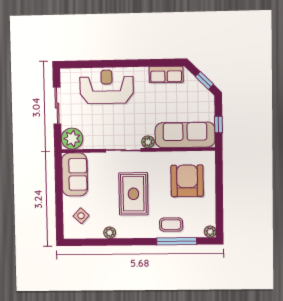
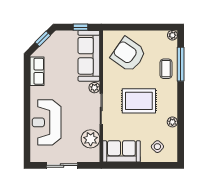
plant: (72, 139) -> (91, 139), moved
armchair: (187, 181) -> (128, 54), turned 35

